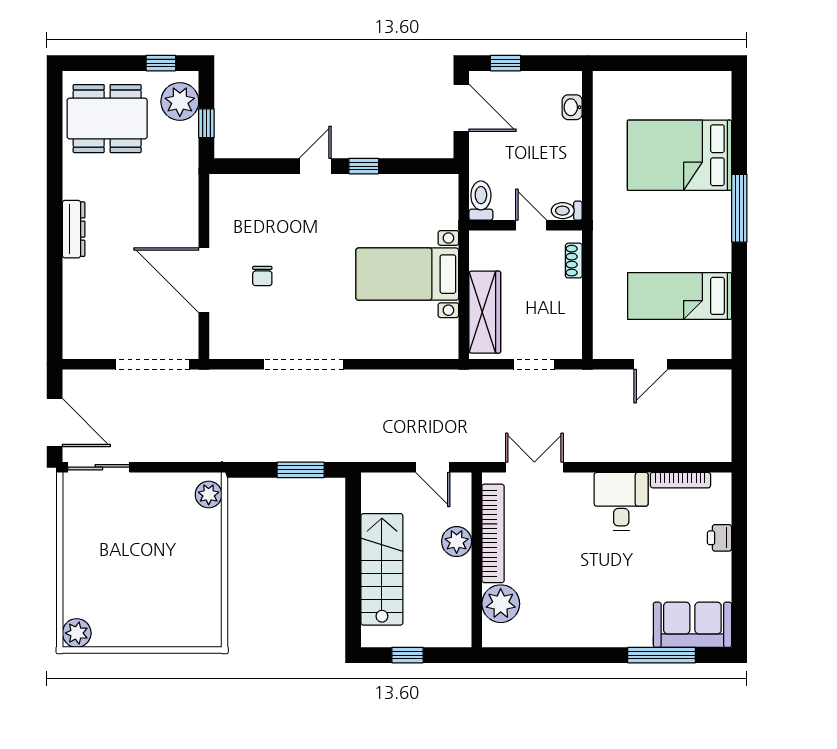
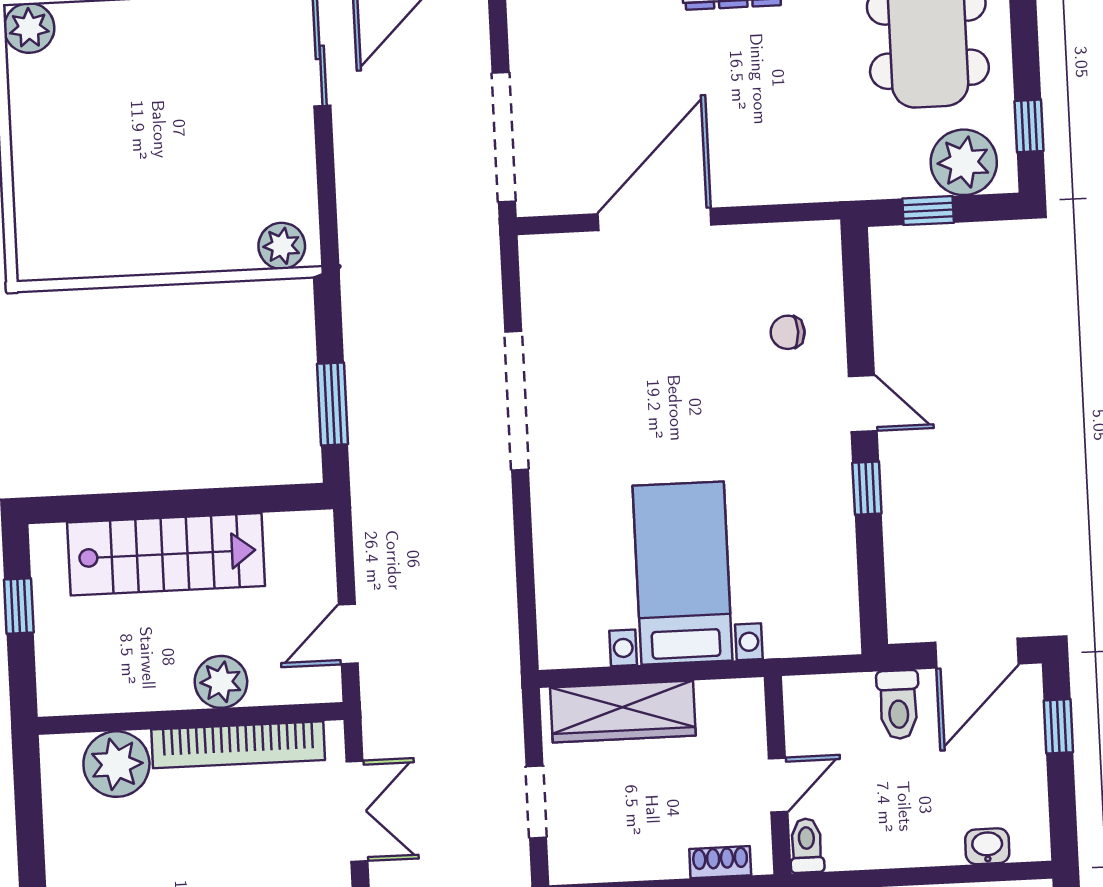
toilet: (481, 201) -> (898, 705), moved, turned 90
chair: (262, 276) -> (788, 332), moved

